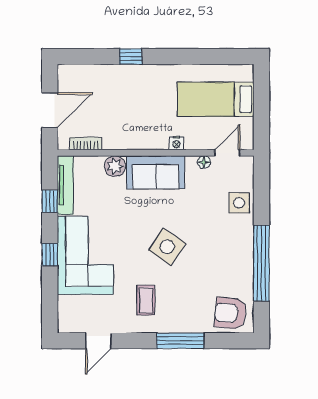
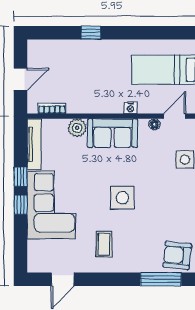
door: (50, 110) -> (21, 79), width x0.73
window: (50, 201) -> (21, 177), moved
side table: (167, 247) -> (122, 198), turned -34
window: (180, 341) -> (161, 279), moved

